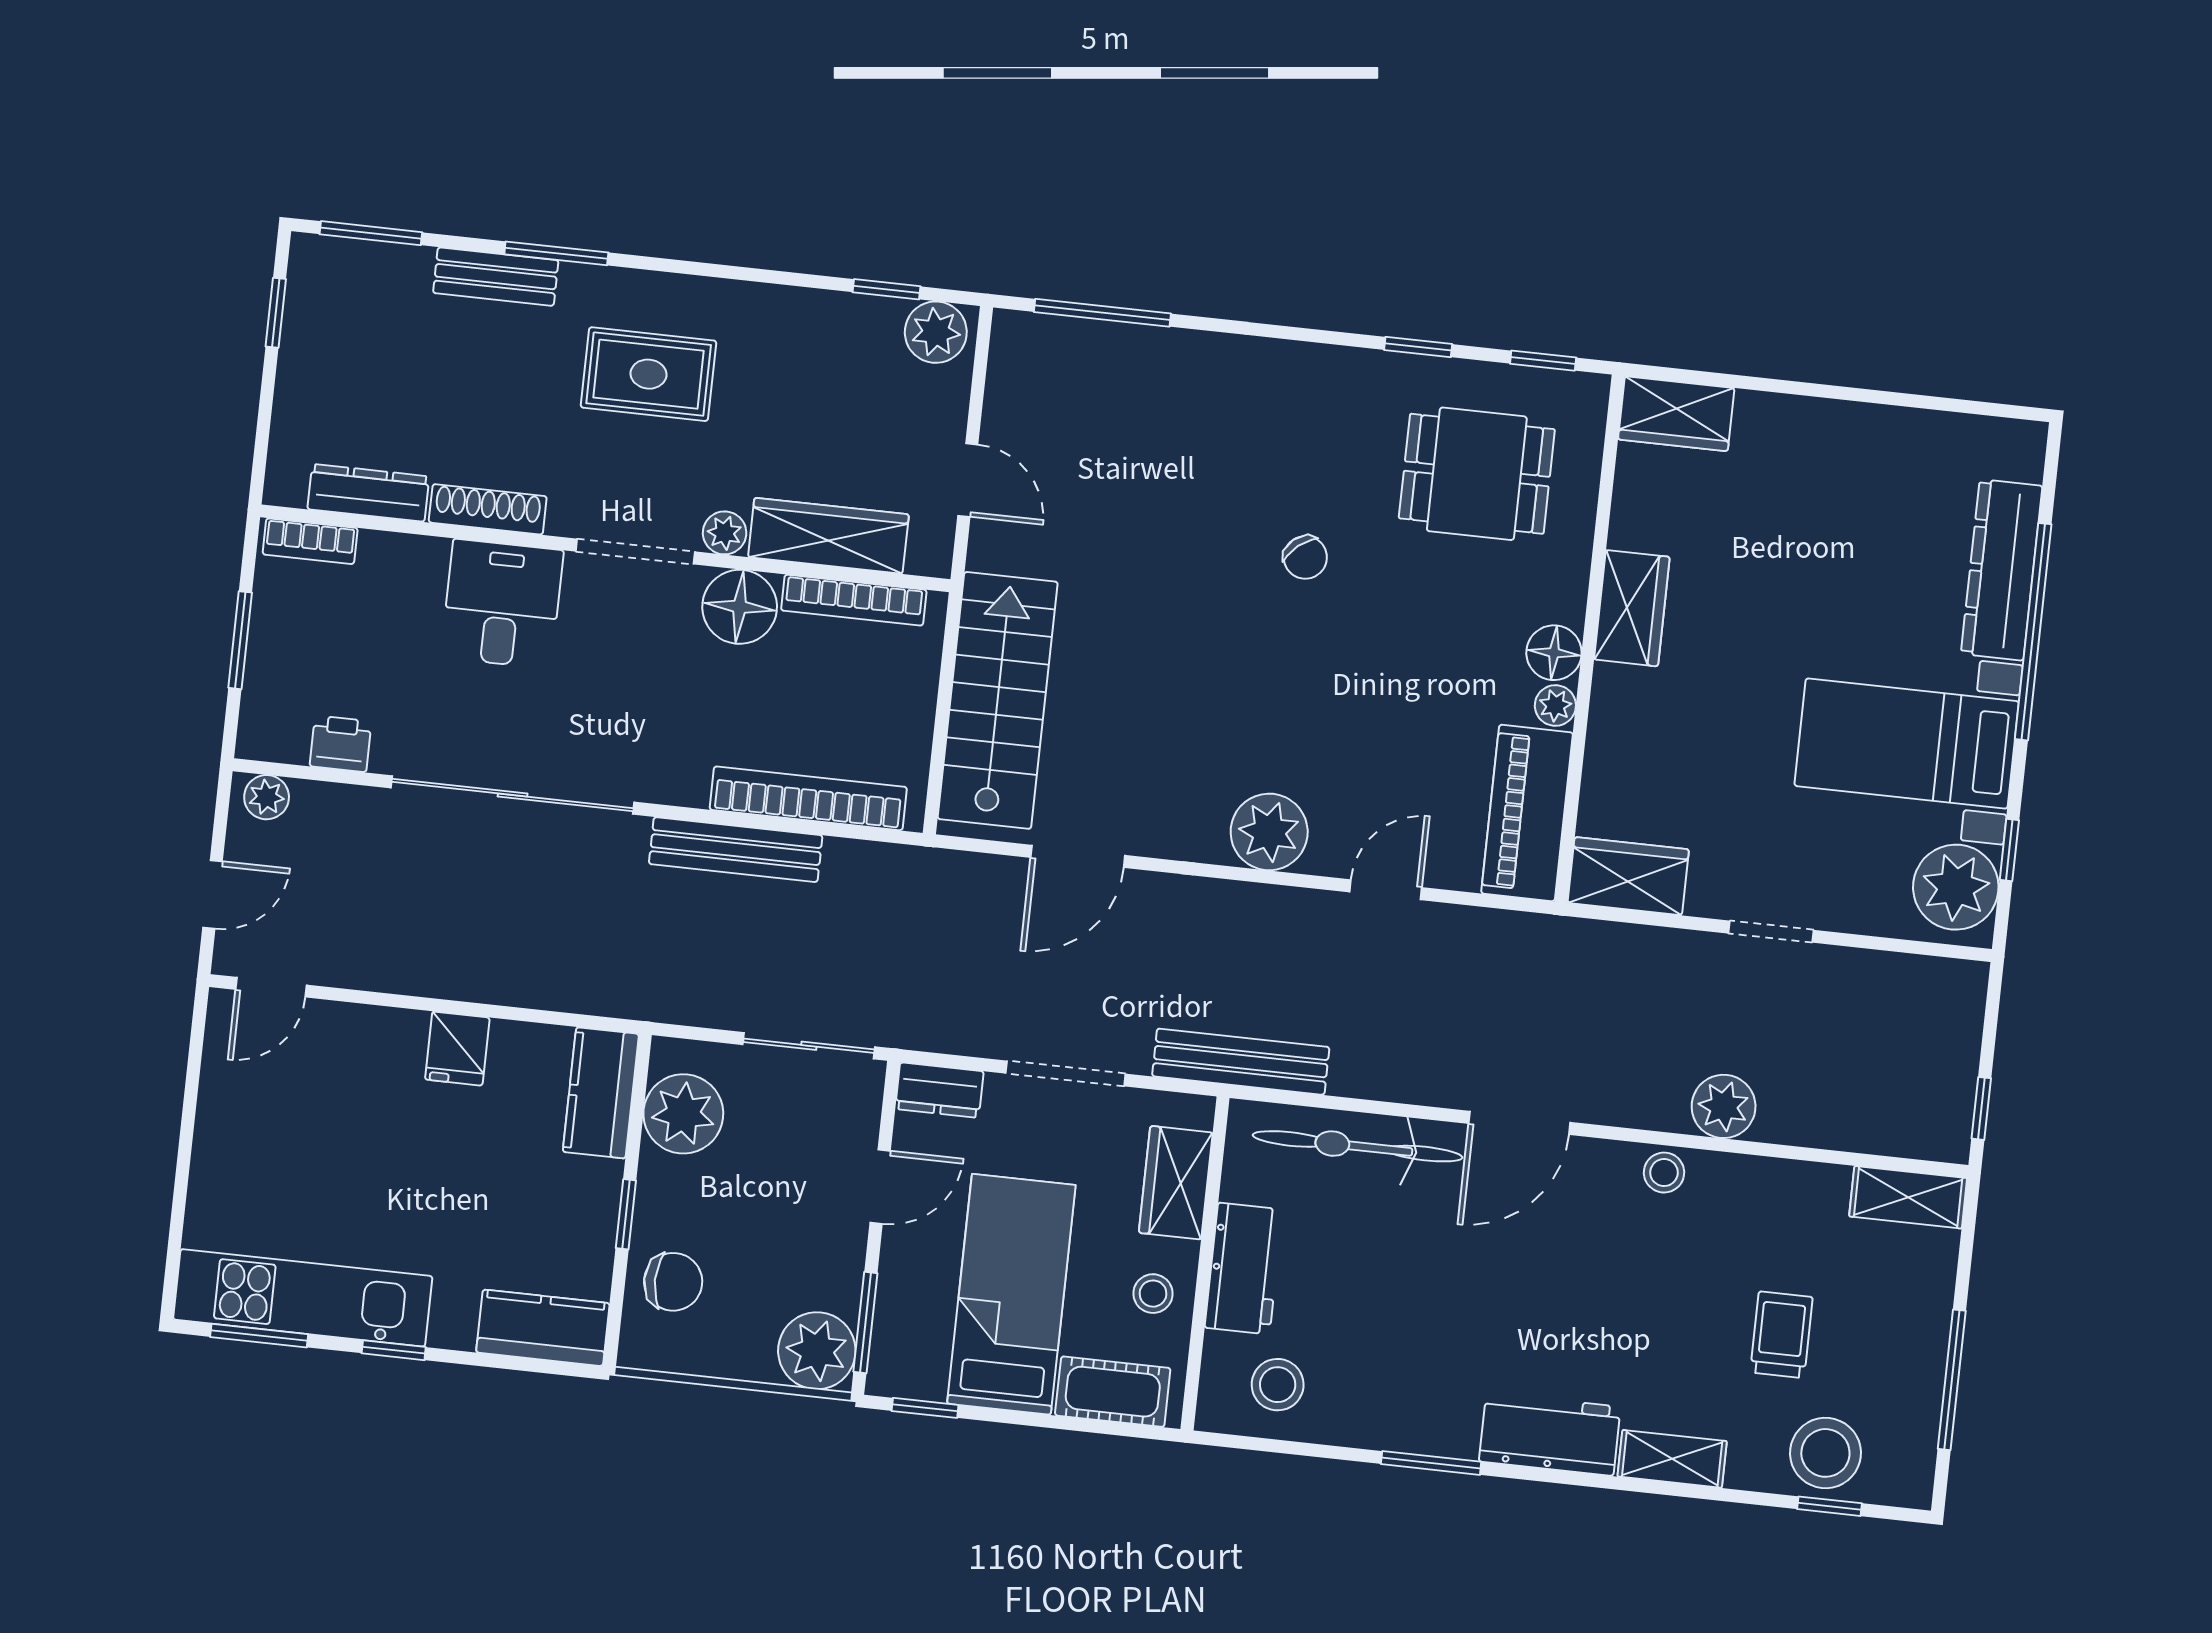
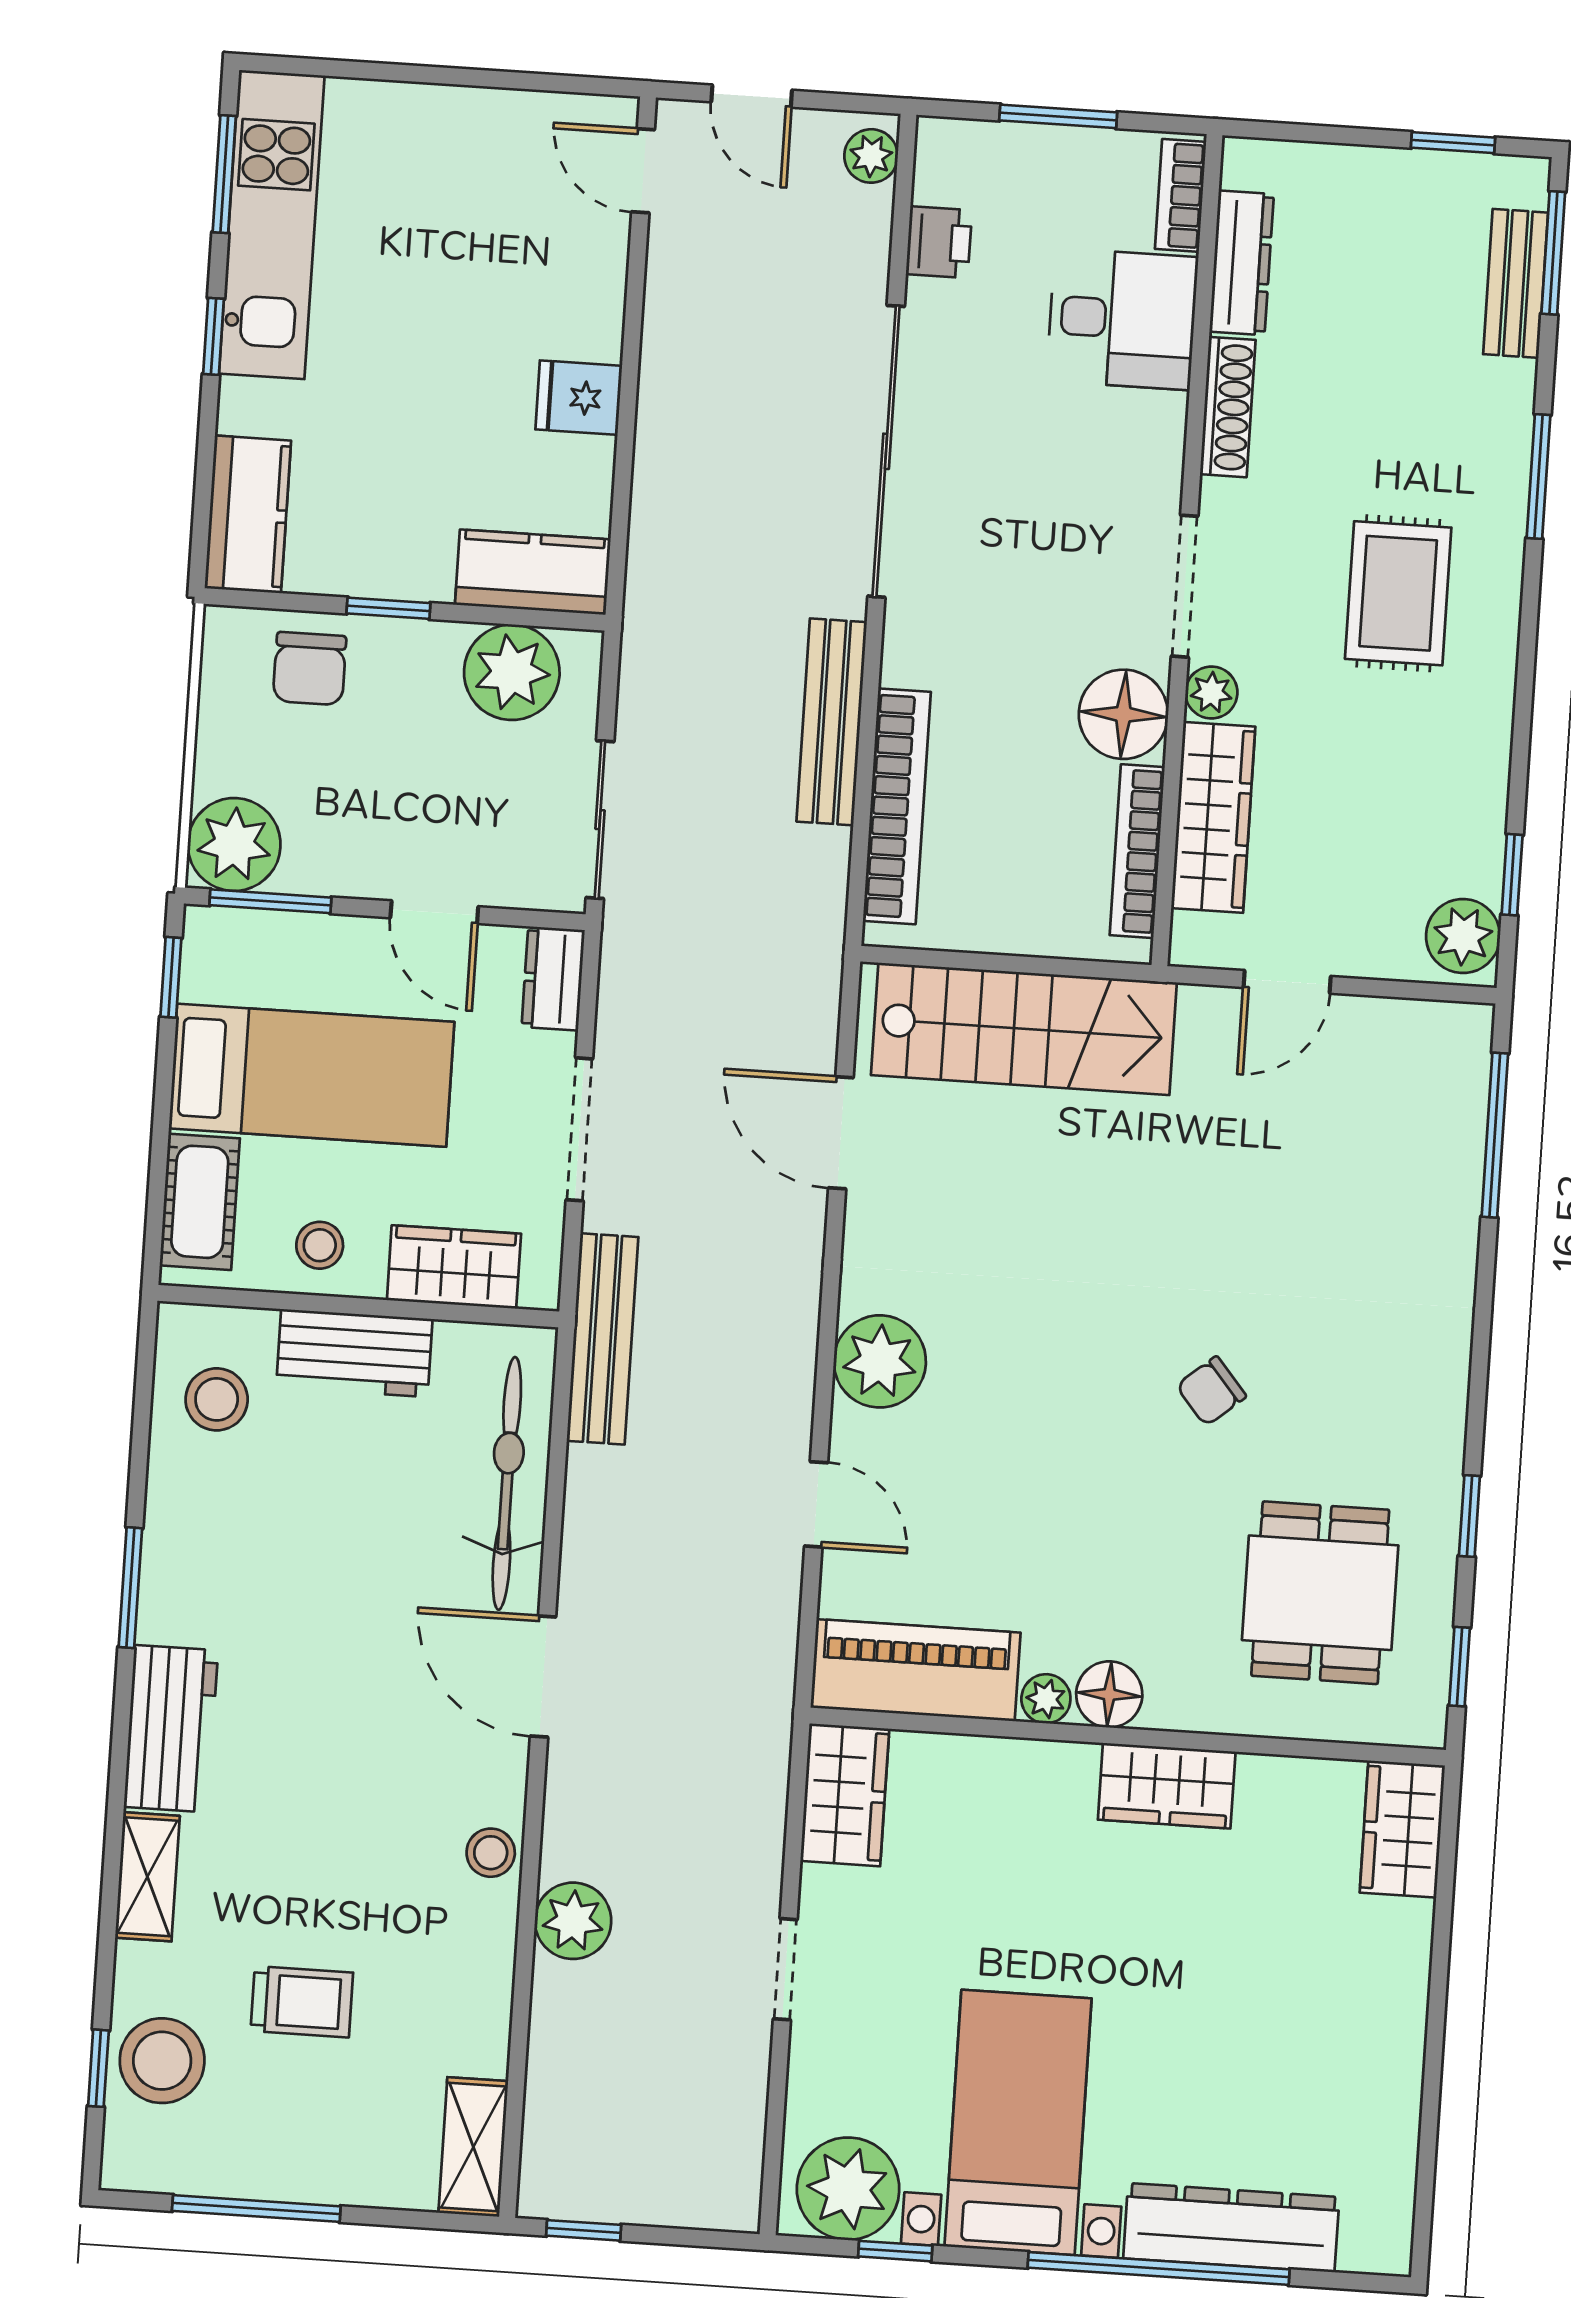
bench: (496, 277) -> (1516, 283), moved
desk: (502, 604) -> (1122, 319), moved

